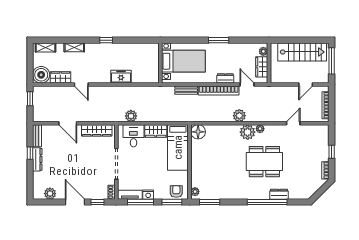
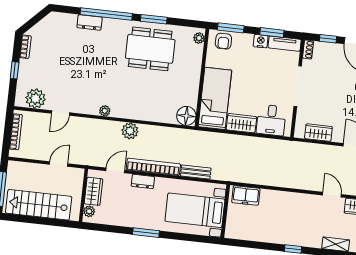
freezer: (121, 77) -> (246, 195), moved
door: (247, 85) -> (115, 170), swing flipped
door: (306, 85) -> (59, 164), moved
plant: (131, 116) -> (272, 146), removed
wardrobe: (97, 130) -> (318, 133), width x0.67
plant: (248, 132) -> (36, 99), moved
dining table: (264, 162) -> (150, 49), moved
window: (140, 202) -> (272, 32), width x0.69
window: (210, 202) -> (154, 19), moved

